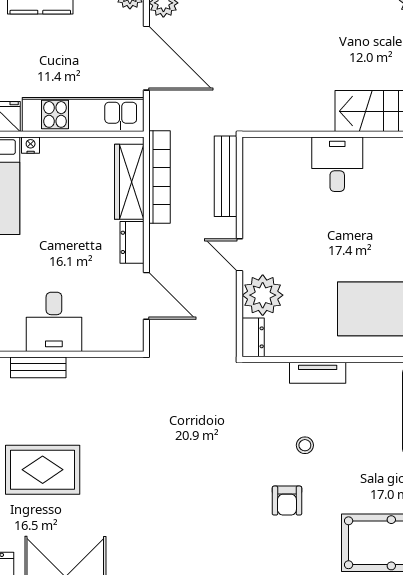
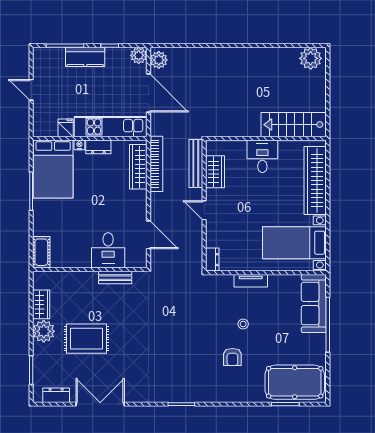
wardrobe: (258, 190) -> (215, 172), added
dresser: (132, 242) -> (98, 147), moved, turned -90
plant: (263, 295) -> (218, 234), removed
desk: (54, 322) -> (108, 250), moved
bench: (38, 367) -> (115, 278), moved

